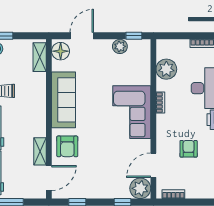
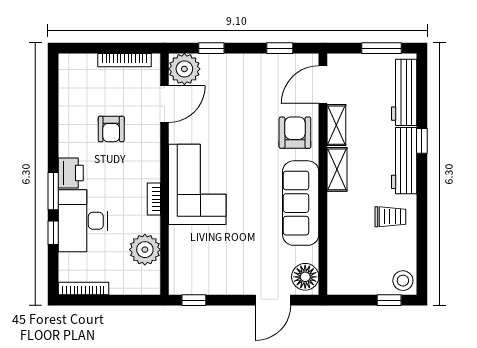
plant: (120, 46) -> (215, 284), removed
shelving: (40, 57) -> (337, 169), moved
bookcase: (173, 194) -> (125, 60), width x1.56

